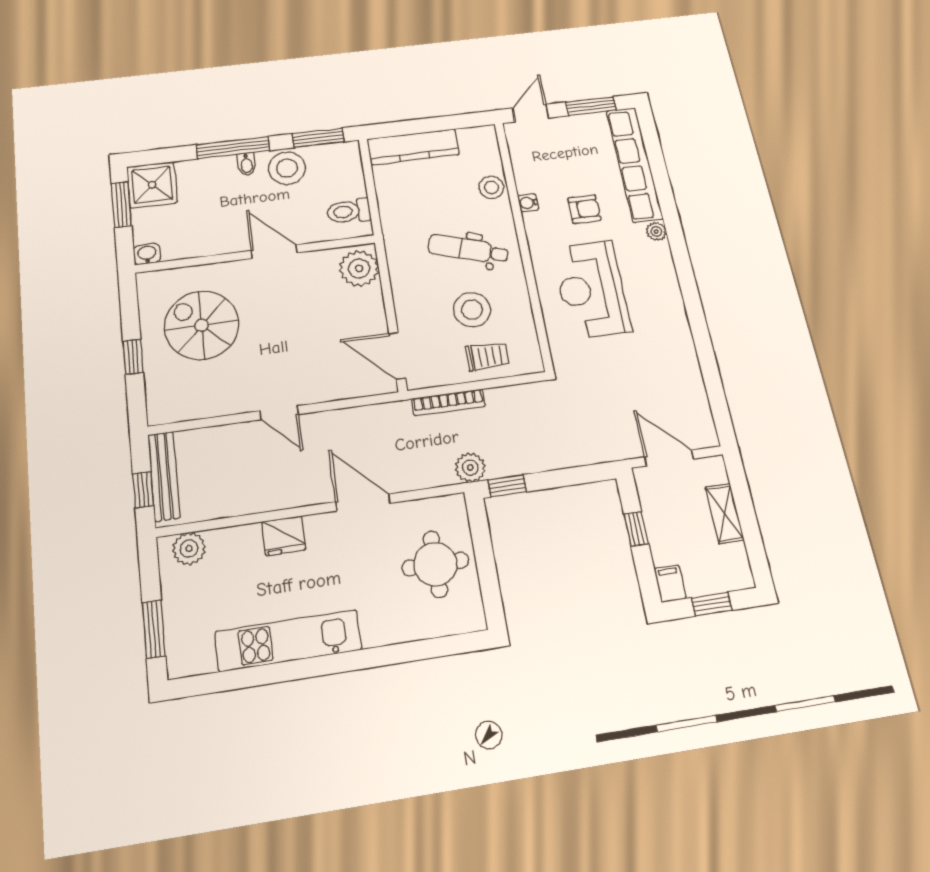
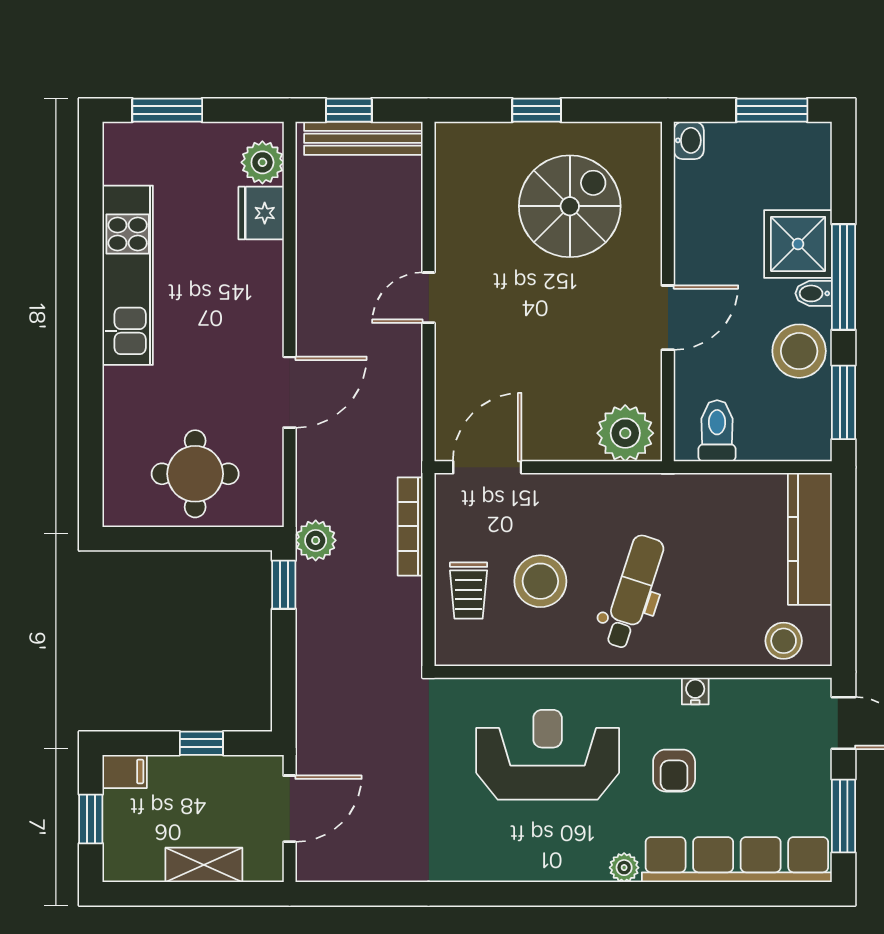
shower: (152, 185) -> (798, 244), moved
stool: (491, 187) -> (784, 641), moved
fridge: (284, 536) -> (261, 213), moved

